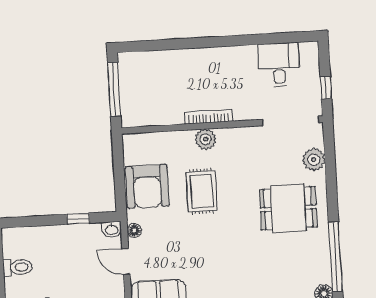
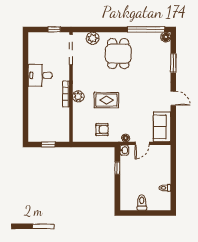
desk: (279, 65) -> (40, 75), moved
window: (114, 89) -> (48, 144), width x0.46
armchair: (147, 186) -> (102, 130), width x0.53, depth x0.53

